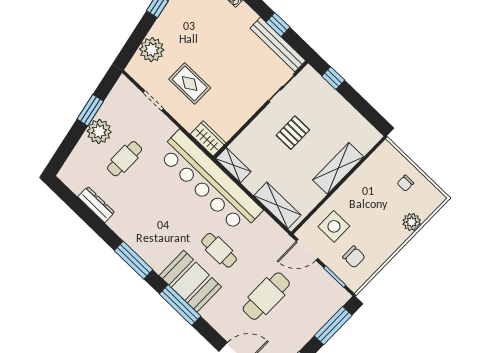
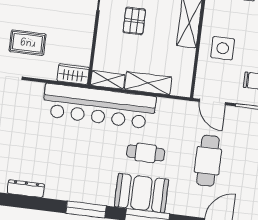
cafe table: (125, 159) -> (21, 137), removed
shelving: (277, 205) -> (148, 83), moved
side table: (334, 226) -> (223, 48), moved
door: (307, 250) -> (212, 102), hinge flipped

